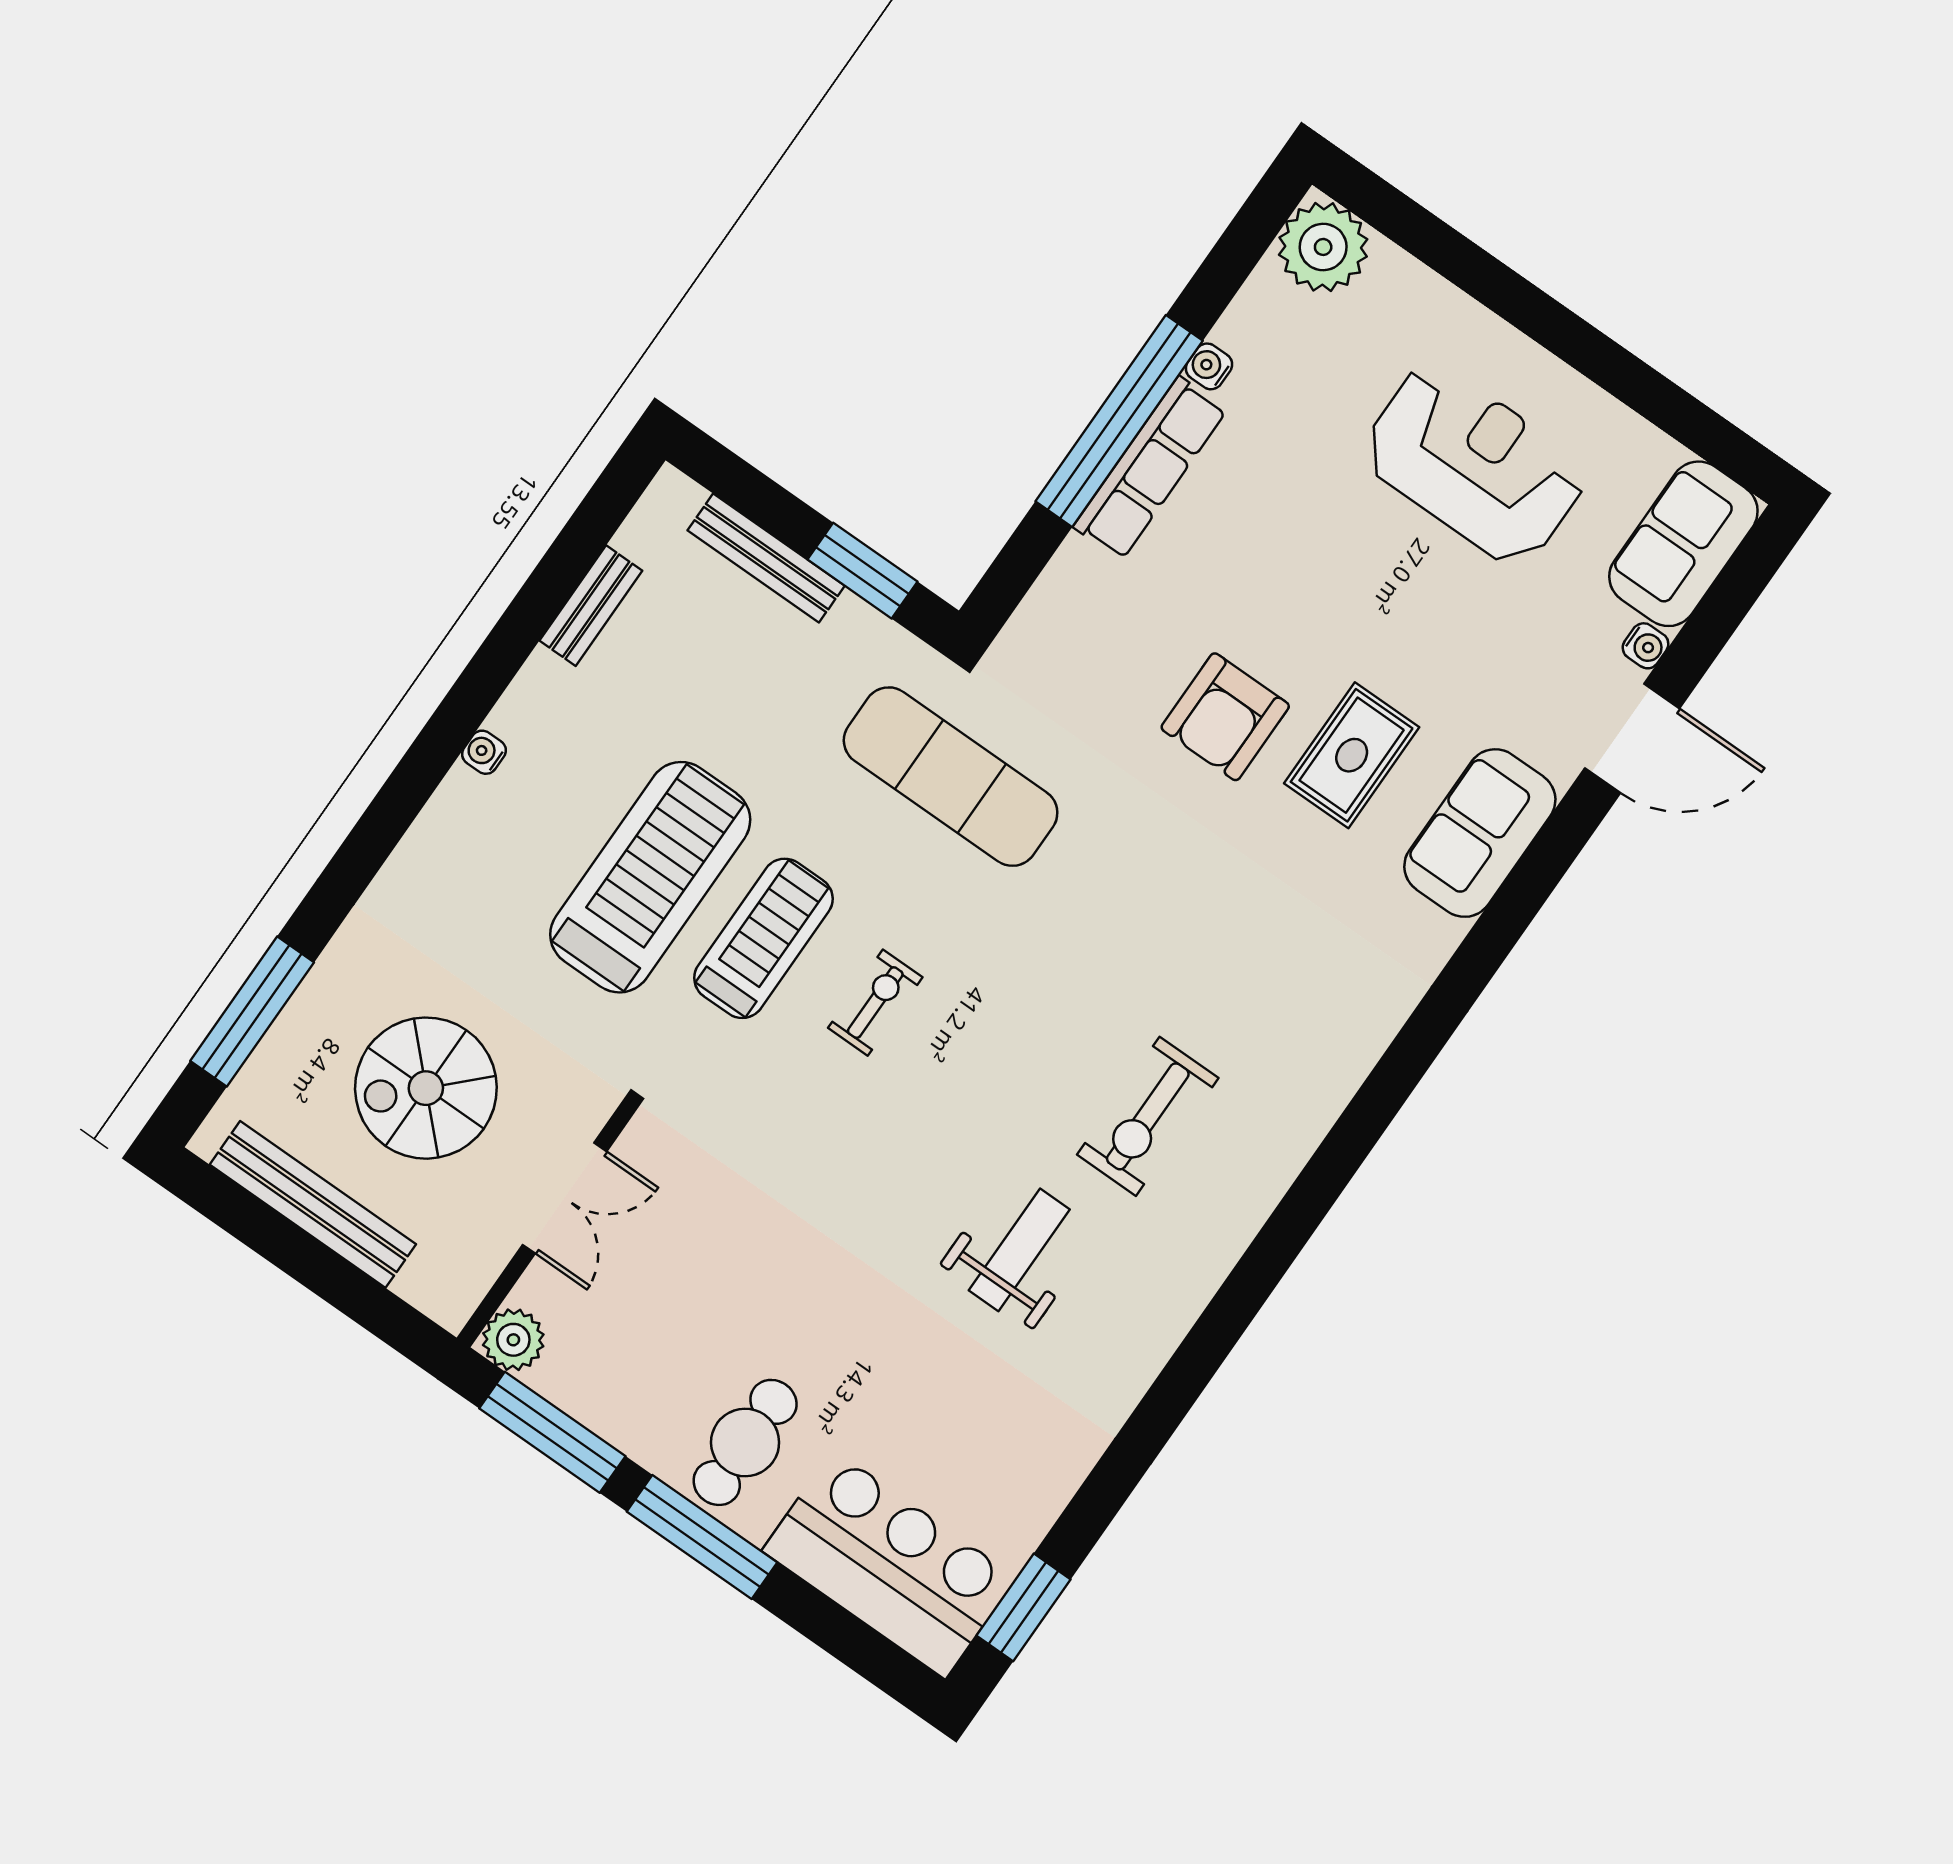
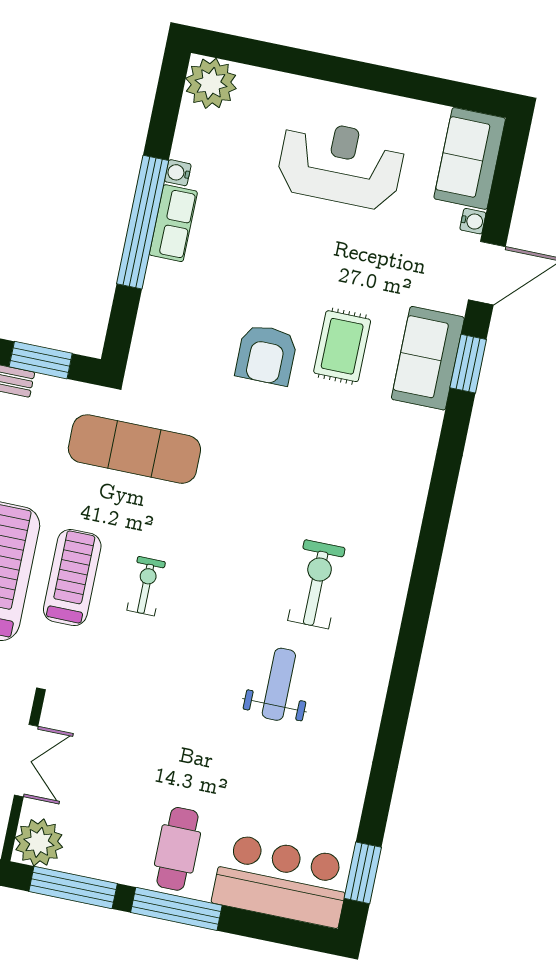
row of seats: (1150, 468) -> (173, 223), width x0.68
window: (1540, 869) -> (468, 364), added
exercise bike: (1148, 1116) -> (317, 584), turned 180
plant: (513, 1340) -> (39, 842), width x1.36, depth x1.36

